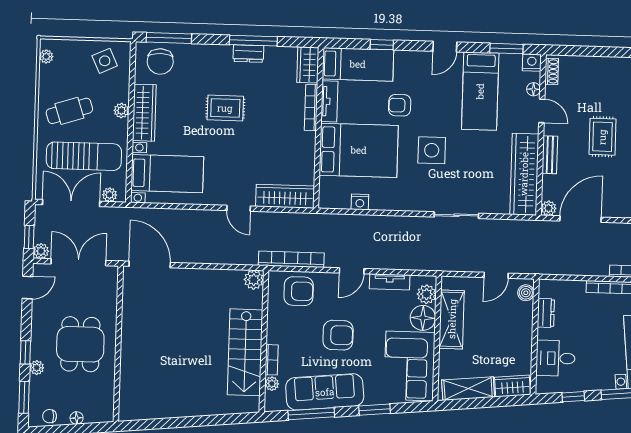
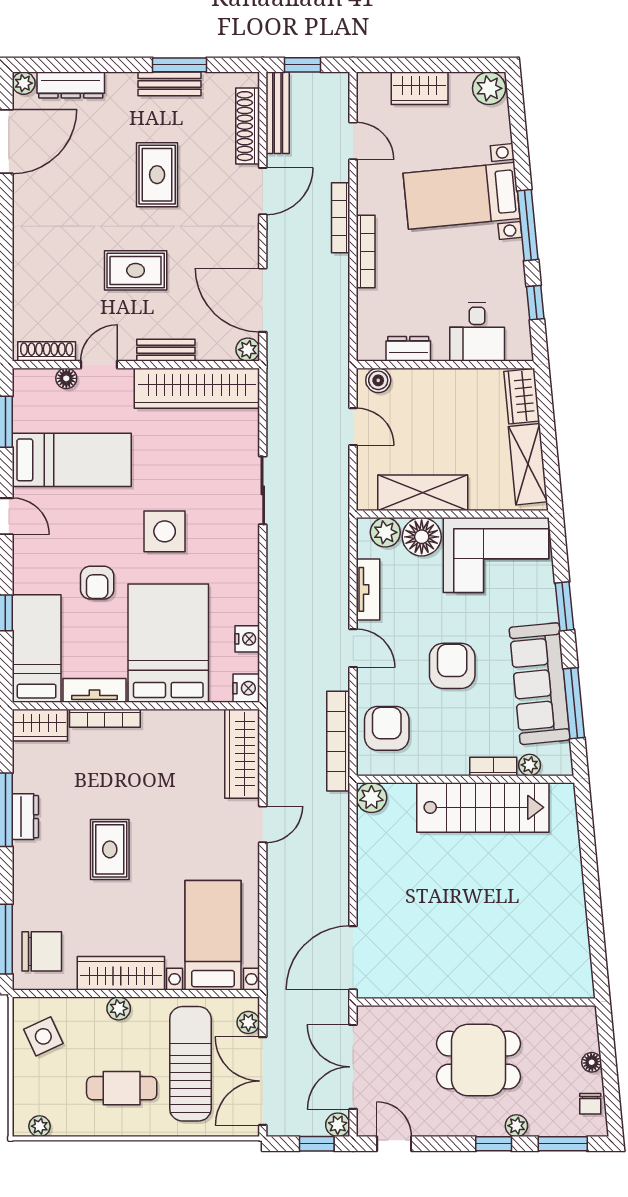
nightstand: (532, 63) -> (246, 688), moved, turned 180
shoe rack: (552, 71) -> (47, 351), width x1.43
cafe table: (69, 111) -> (122, 1088), turned -72

